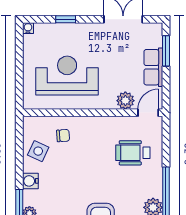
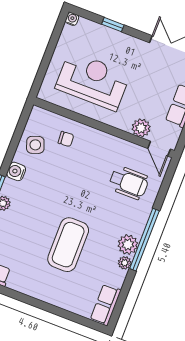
door: (148, 113) -> (159, 149), swing flipped
side table: (38, 151) -> (35, 145), turned 45
wheelchair: (133, 153) -> (129, 183), turned 180

